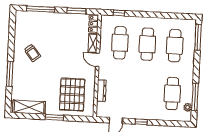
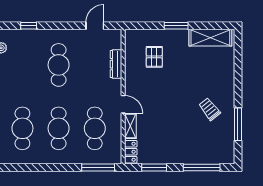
window: (119, 13) -> (98, 168), width x2.17
window: (10, 74) -> (238, 124), moved
cafe table: (172, 94) -> (59, 65), moved
pallet: (72, 95) -> (154, 57), width x0.49, depth x0.50
window: (141, 122) -> (29, 26), moved

